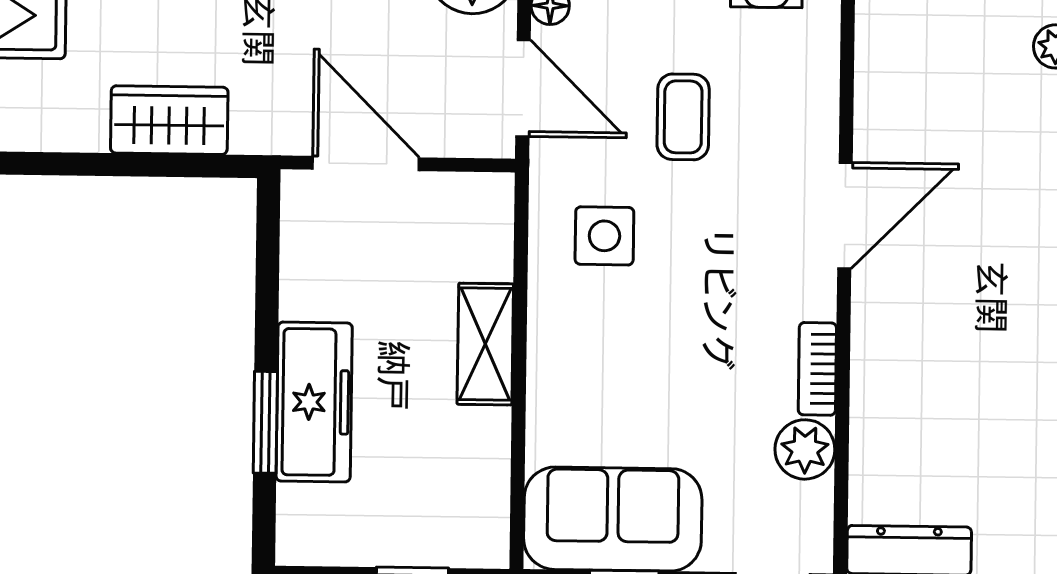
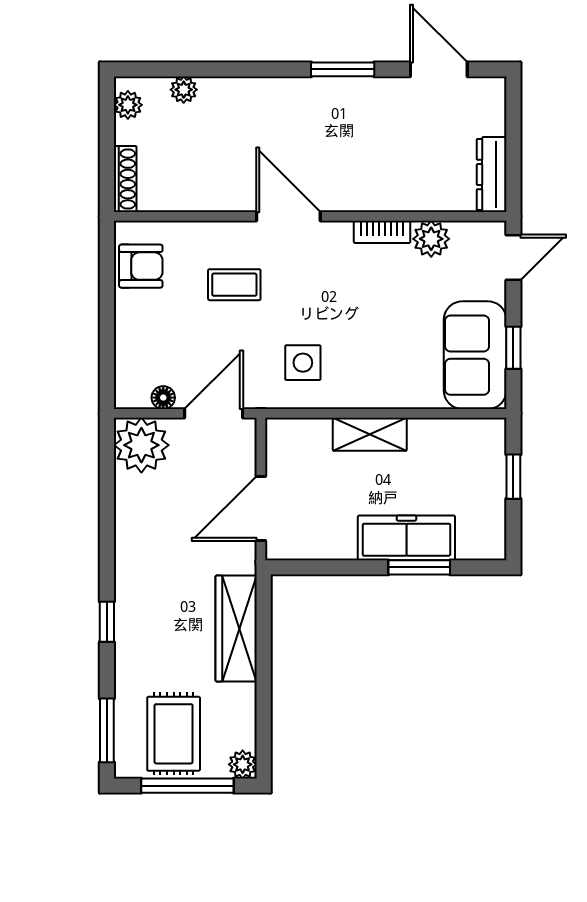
coffee table: (683, 117) -> (234, 285), moved
wardrobe: (169, 120) -> (236, 629), width x1.50

